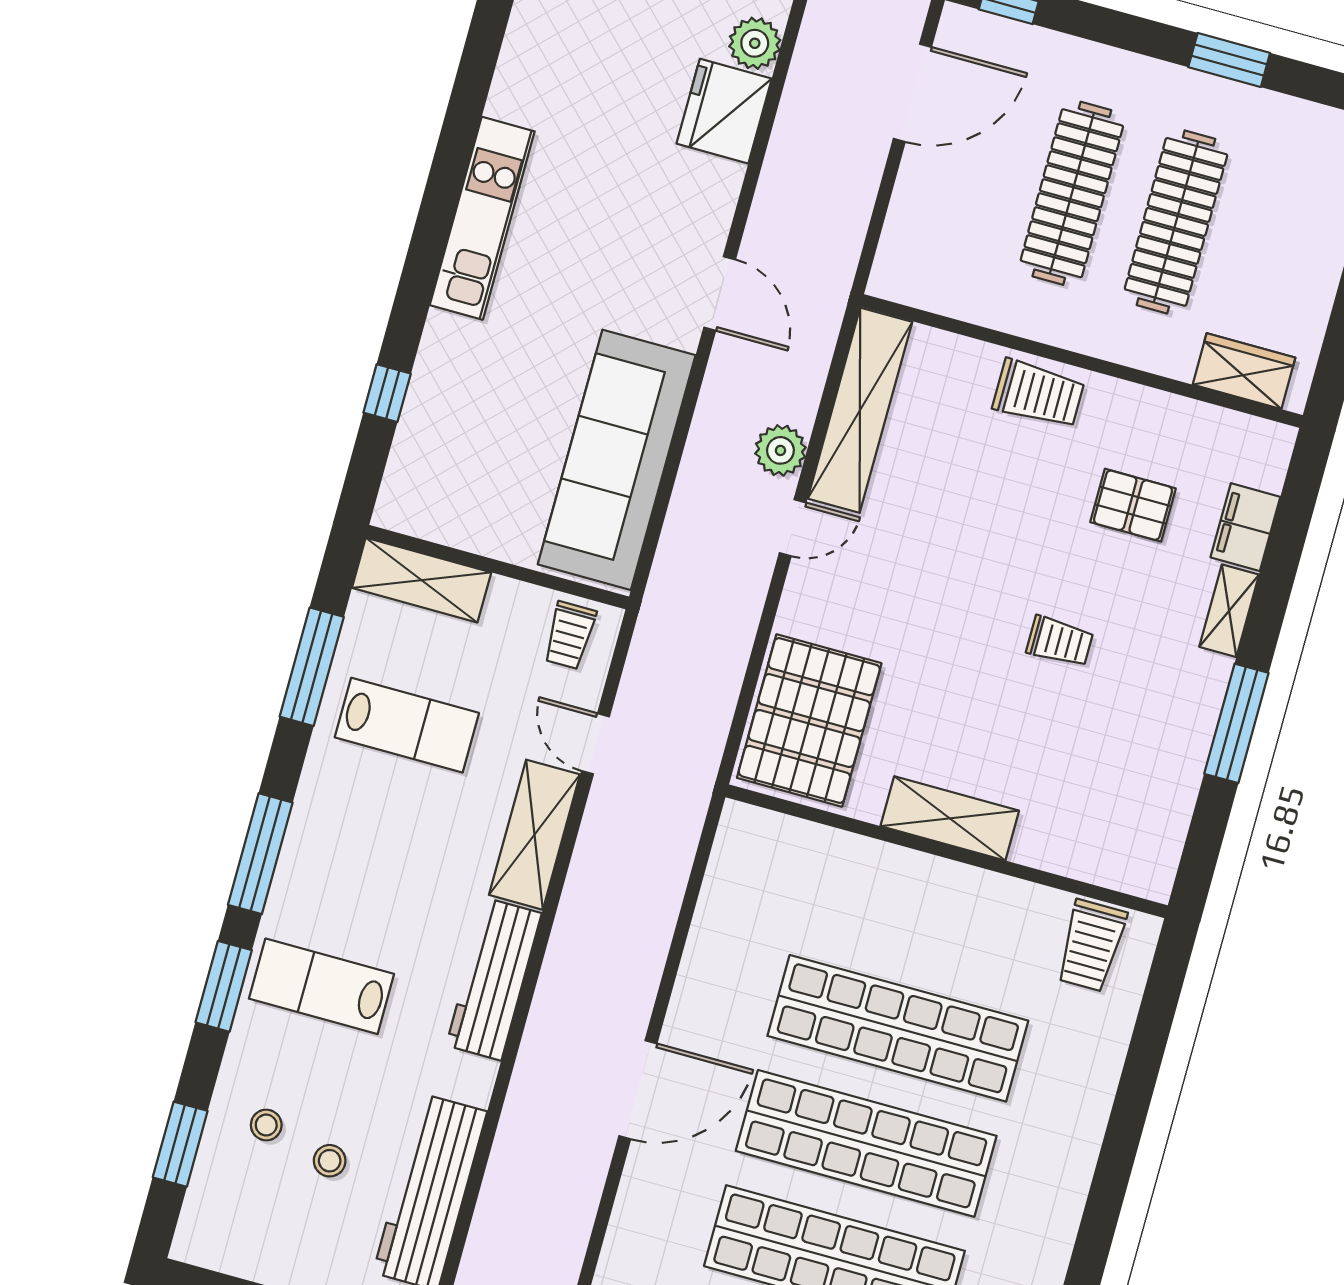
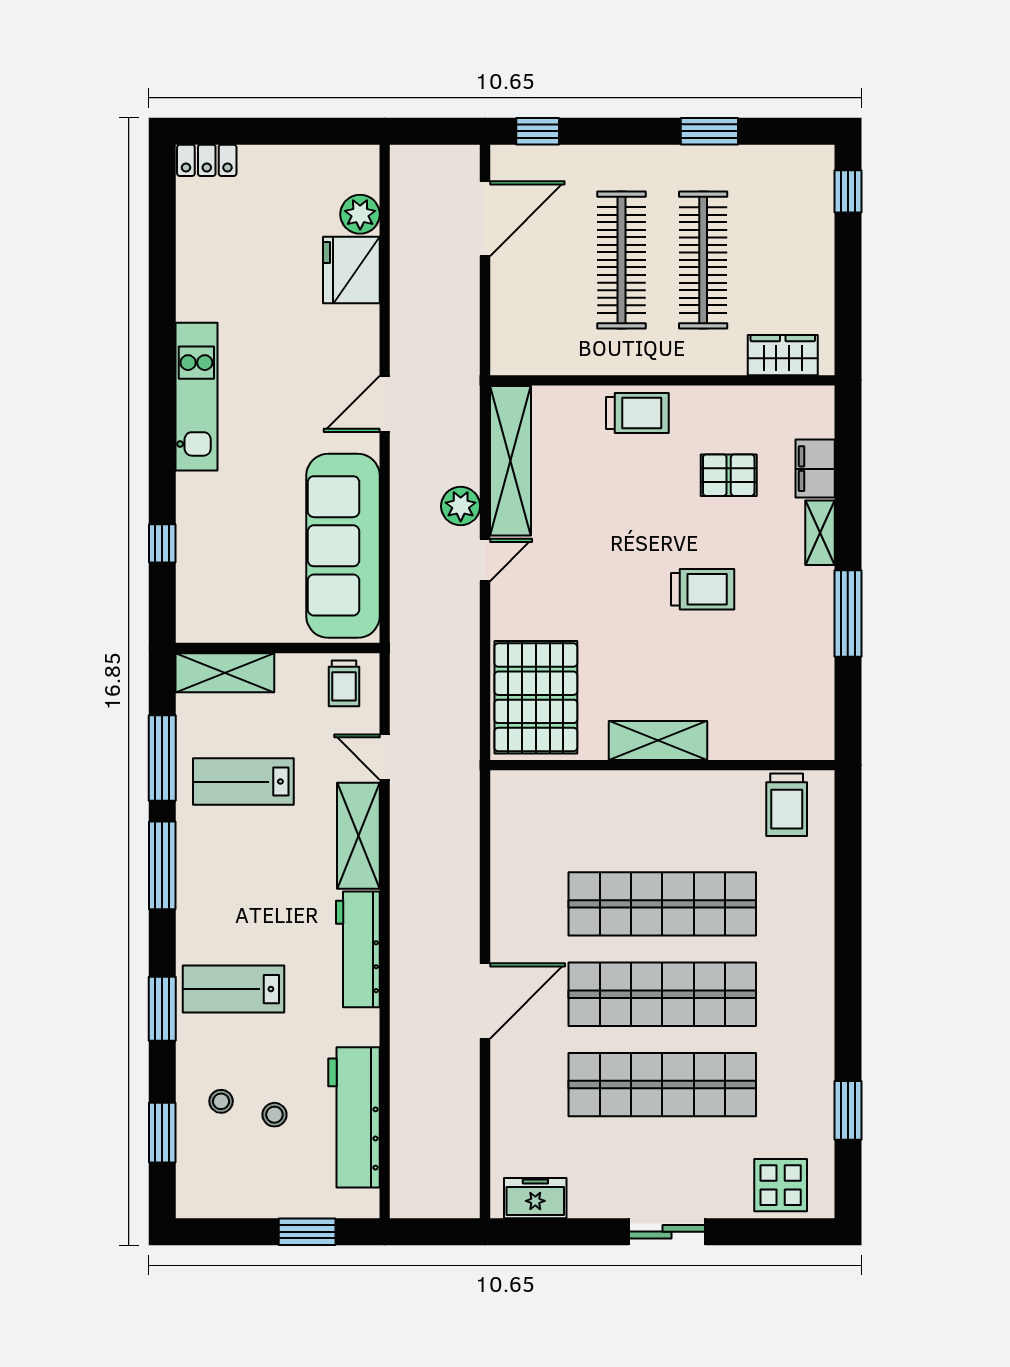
door: (720, 293) -> (385, 404), swing flipped
trolley: (1060, 641) -> (703, 589), width x1.36, depth x1.39
lab bench: (407, 725) -> (243, 782), turned 180
window: (260, 854) -> (162, 865), moved

